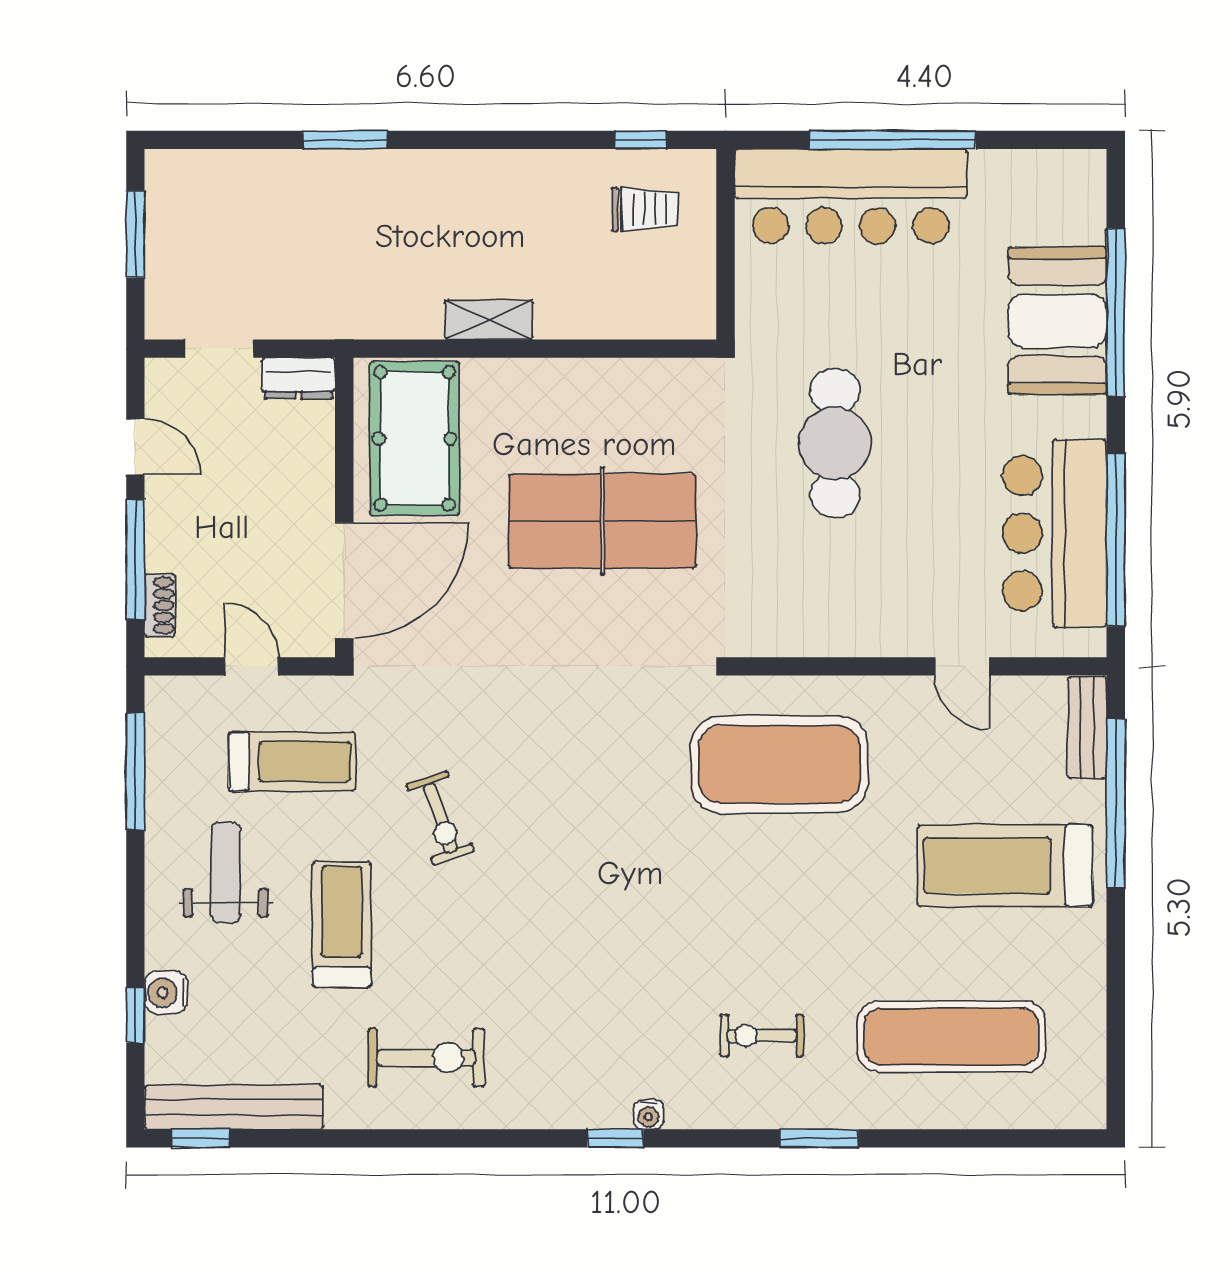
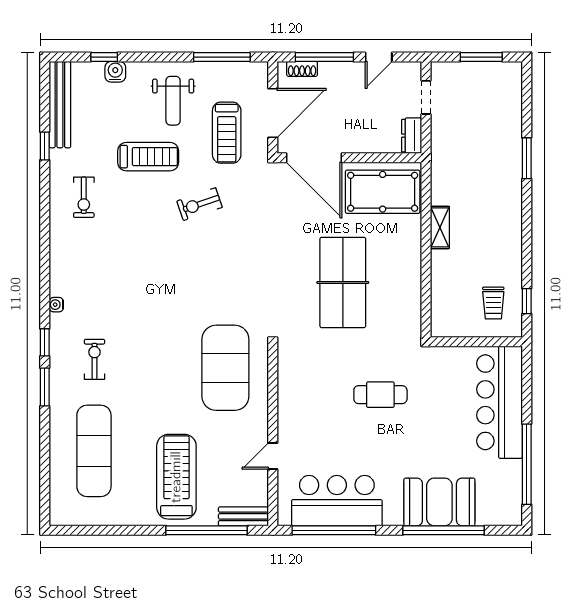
window: (893, 140) -> (527, 464), moved
cafe table: (835, 443) -> (380, 395), width x0.73, depth x0.74
door: (252, 666) -> (273, 113), width x1.87
weight bench: (226, 873) -> (173, 101), turned 90
exercise bike: (426, 1058) -> (84, 197), width x0.73, depth x0.72
window: (200, 1138) -> (45, 146), moved
window: (615, 1138) -> (45, 342), moved

